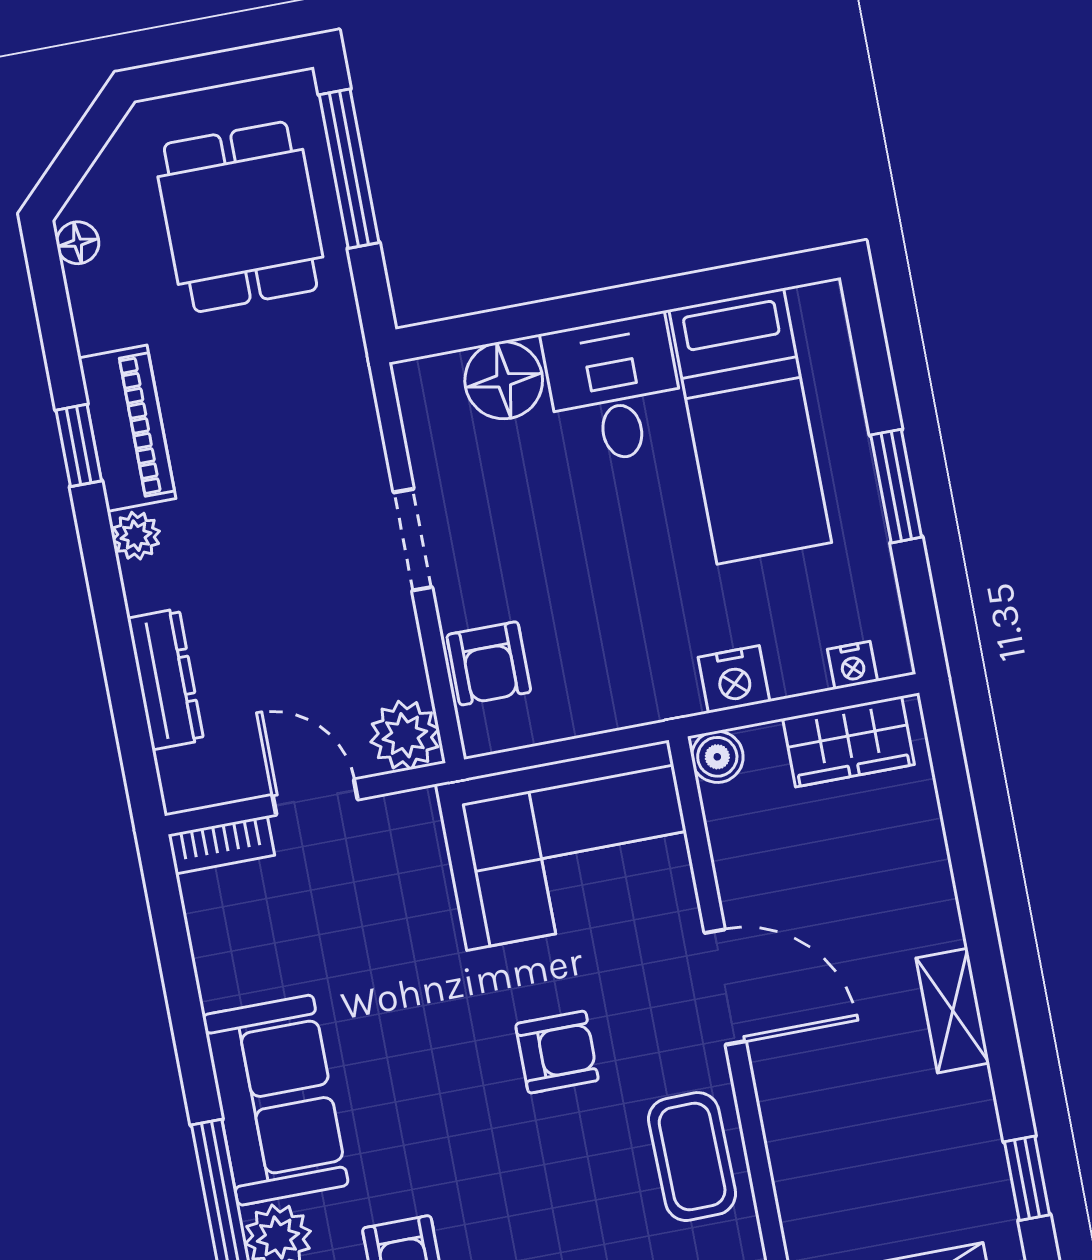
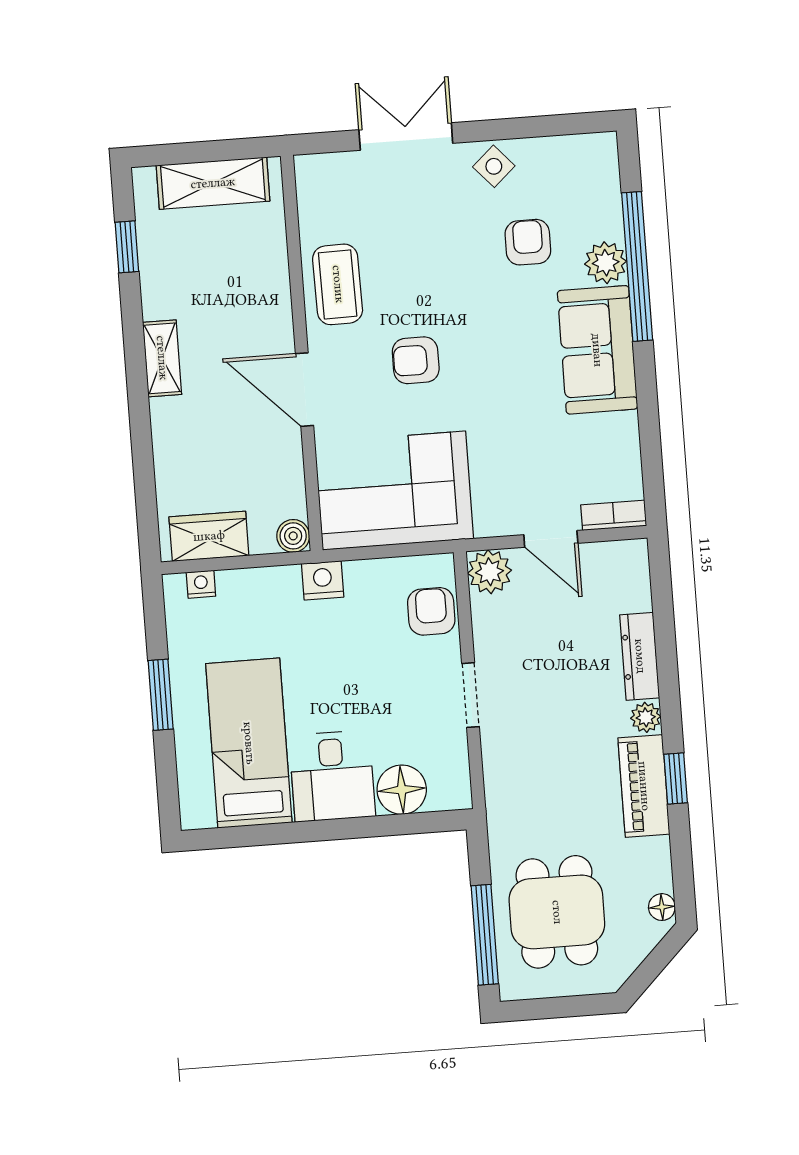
dresser: (165, 679) -> (640, 656), moved
nightstand: (734, 679) -> (323, 580), moved

